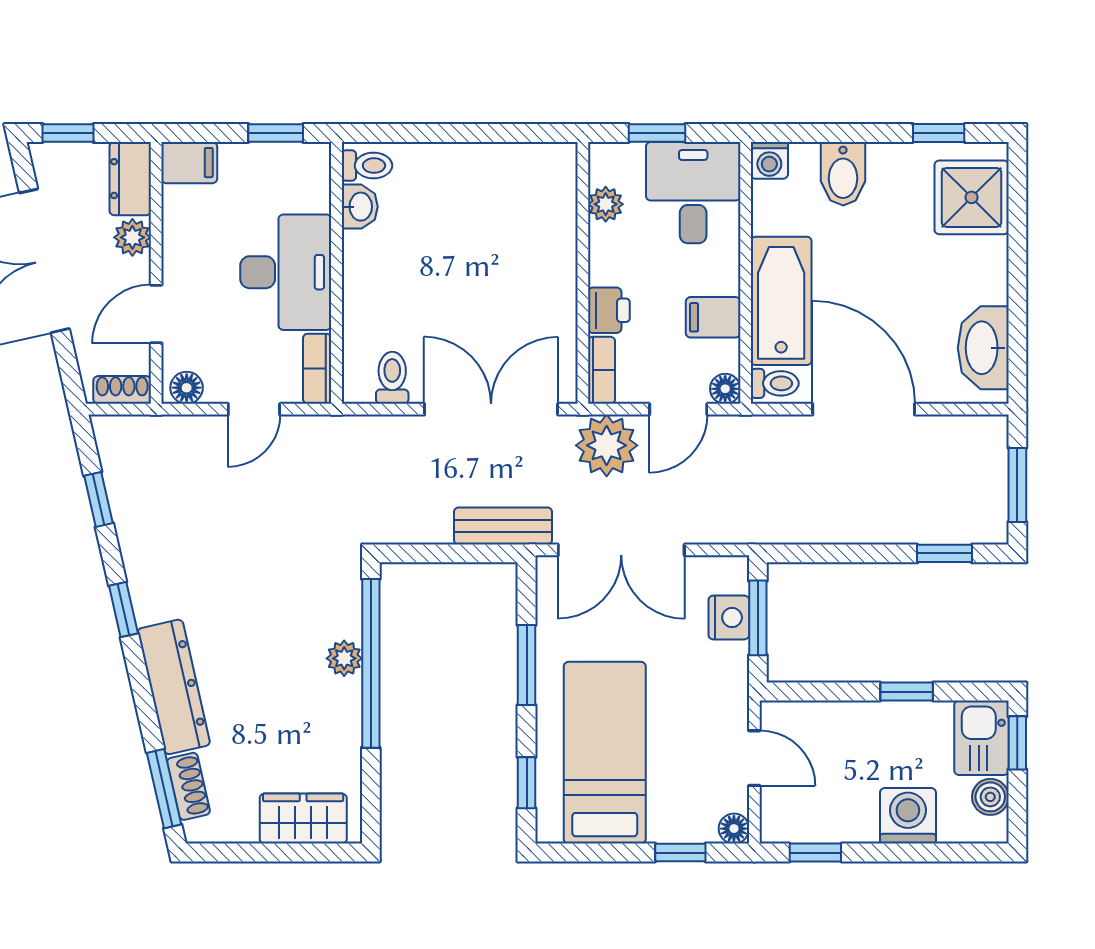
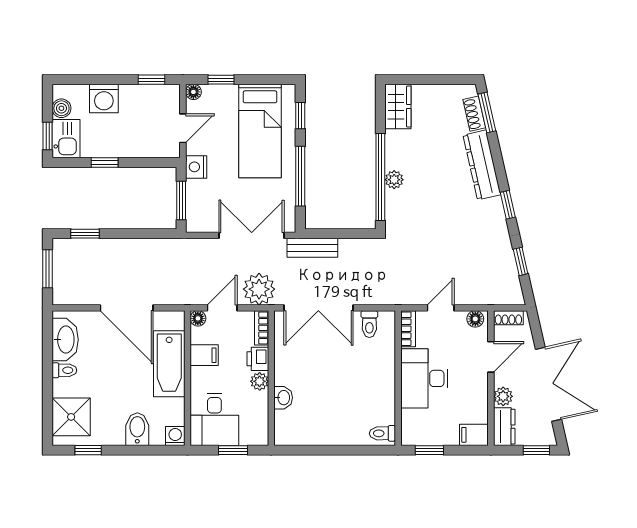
plant: (606, 204) -> (260, 381), moved
washbasin: (360, 207) -> (283, 398), moved, turned 180
toilet: (775, 383) -> (64, 370), moved, turned 180
nightstand: (729, 617) -> (196, 167), moved
window: (527, 665) -> (300, 176), width x1.44
door: (754, 758) -> (183, 128), swing flipped
wardrobe: (303, 819) -> (398, 107), moved, turned -90

